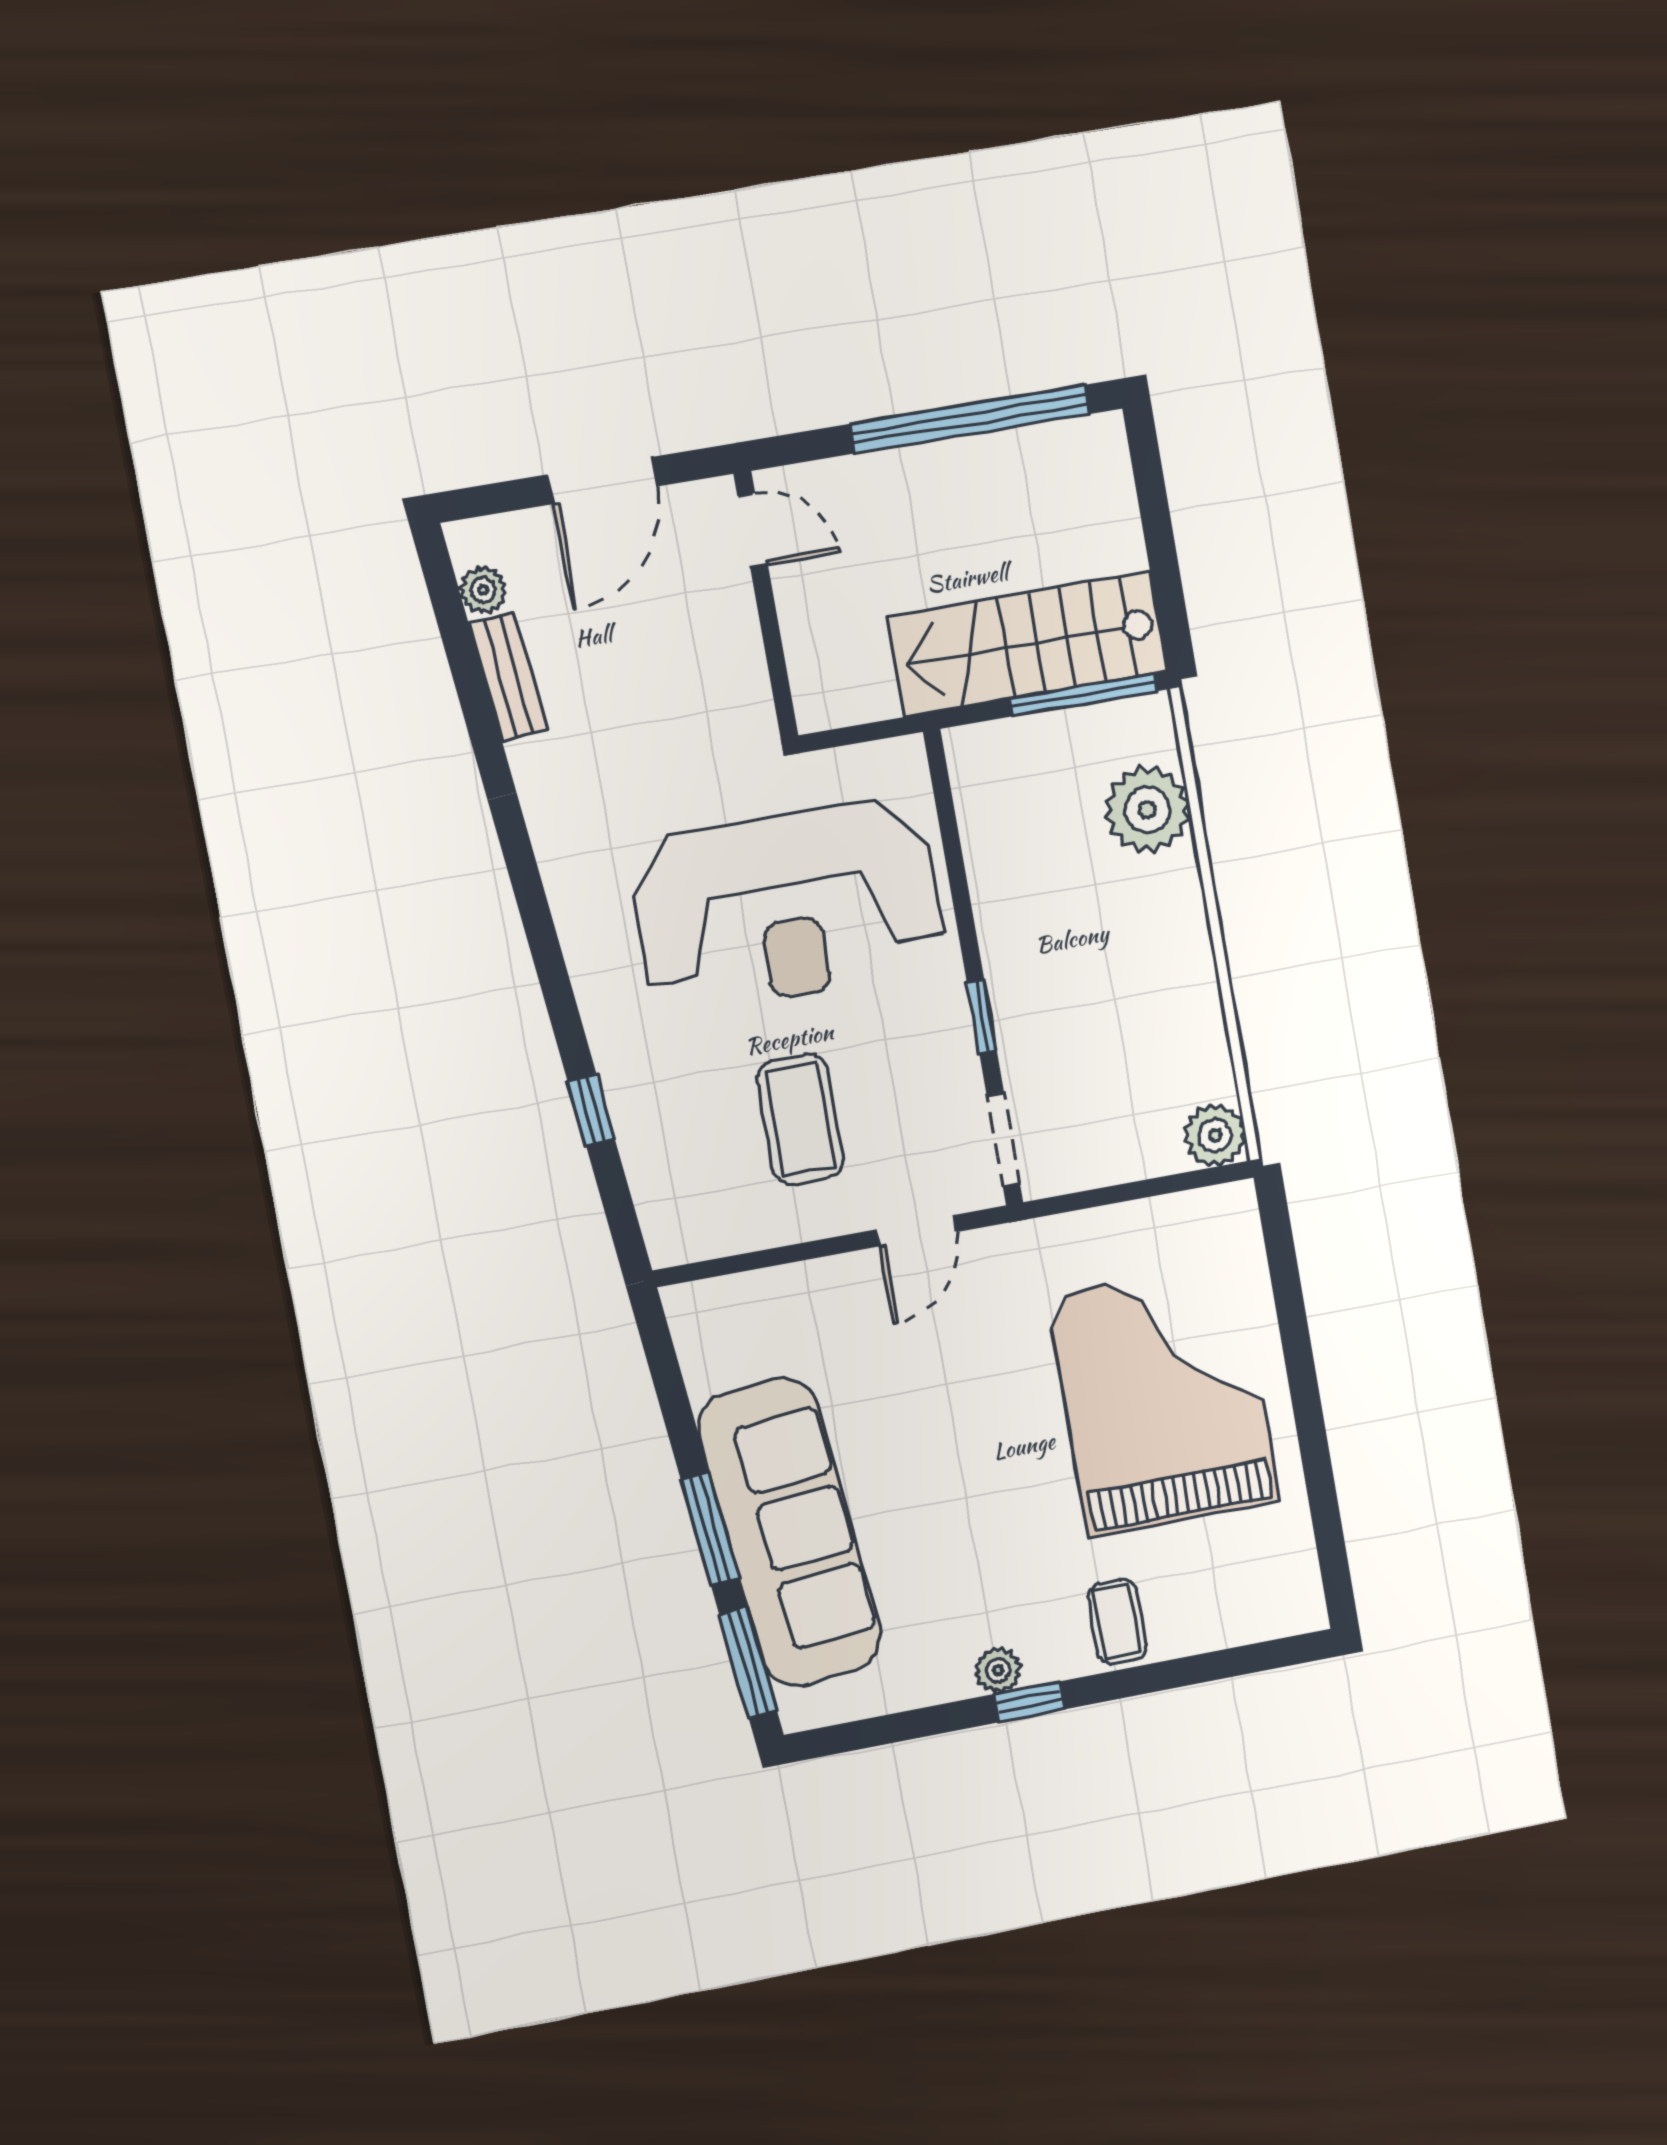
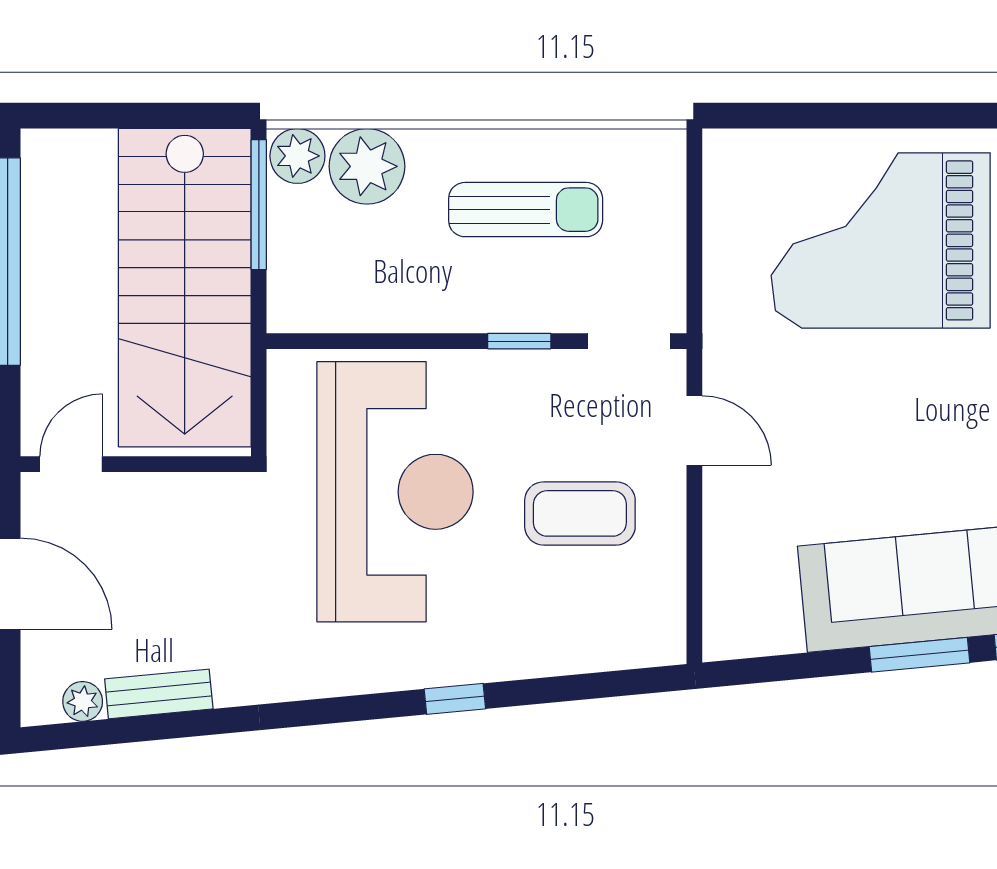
stairs: (1028, 644) -> (185, 288), width x1.36, depth x1.51
sun lounger: (1130, 997) -> (526, 210), added
window: (591, 1110) -> (455, 699), moved
plant: (1215, 1135) -> (297, 156), moved

